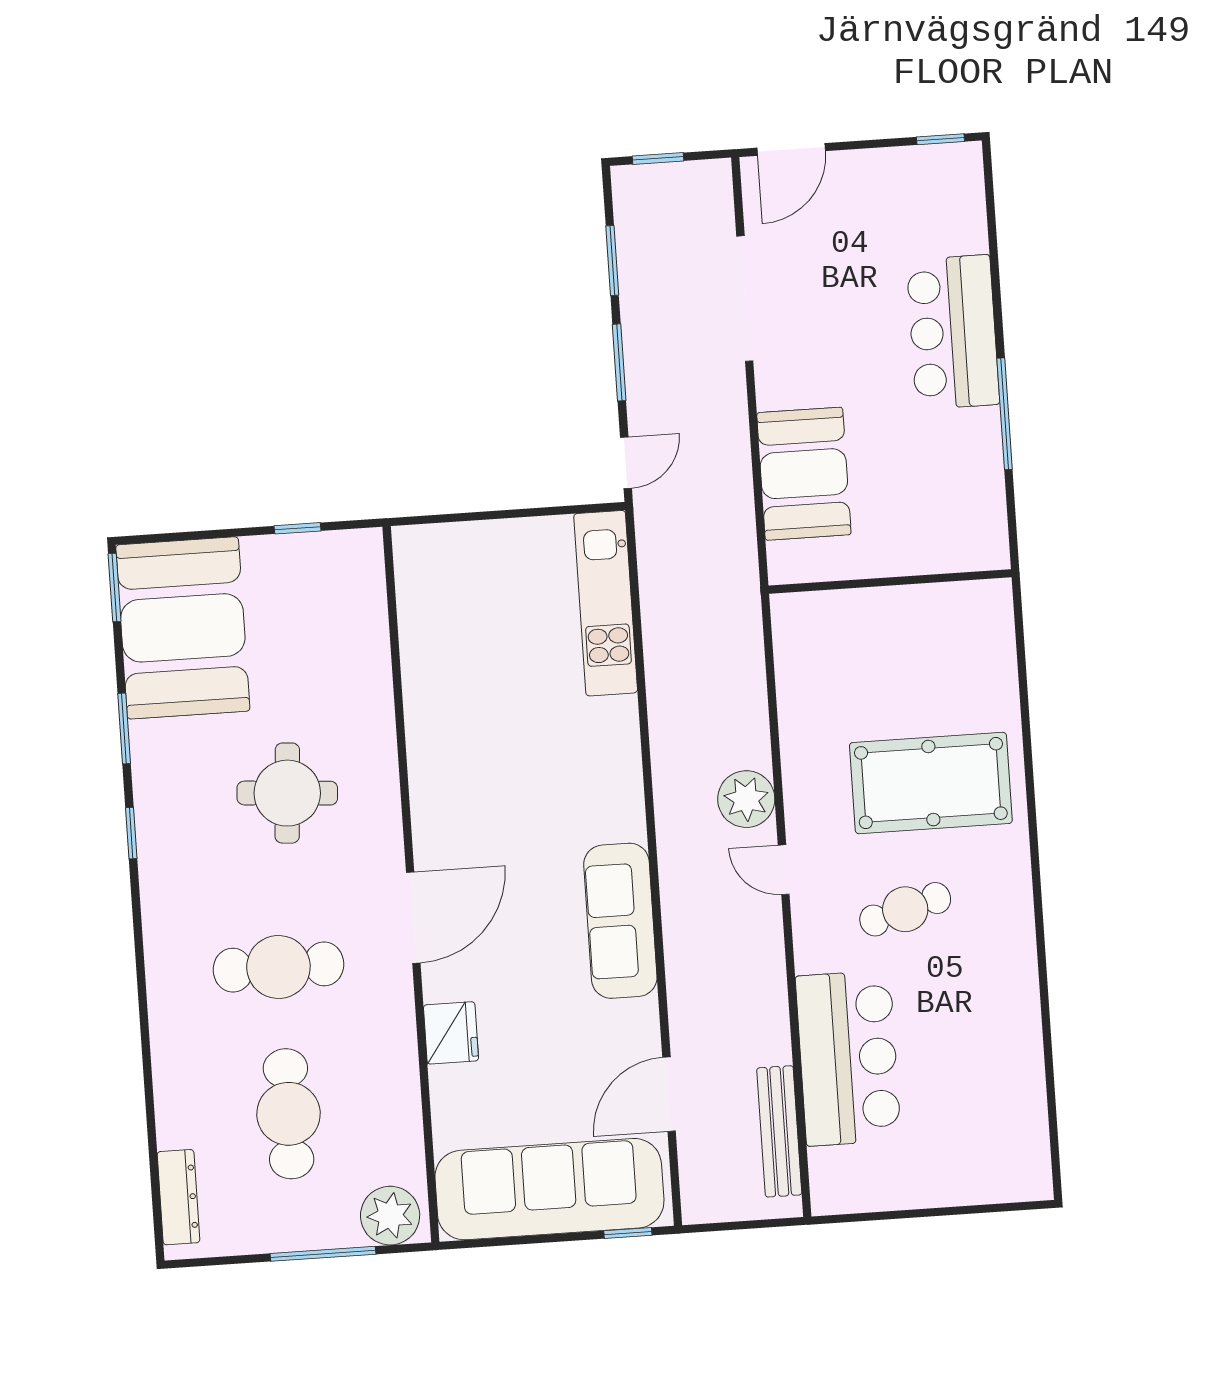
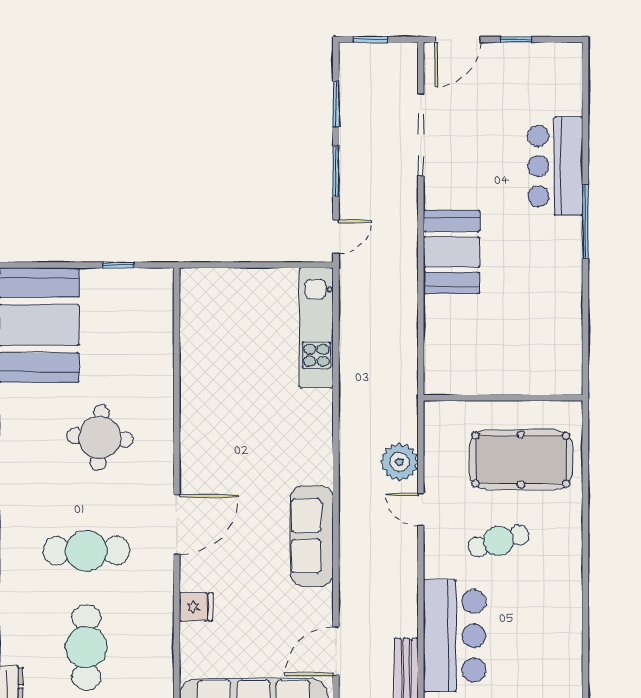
window: (940, 139) -> (516, 39), moved
wall: (890, 581) -> (503, 398), moved
fridge: (451, 1033) -> (196, 607), width x0.72

